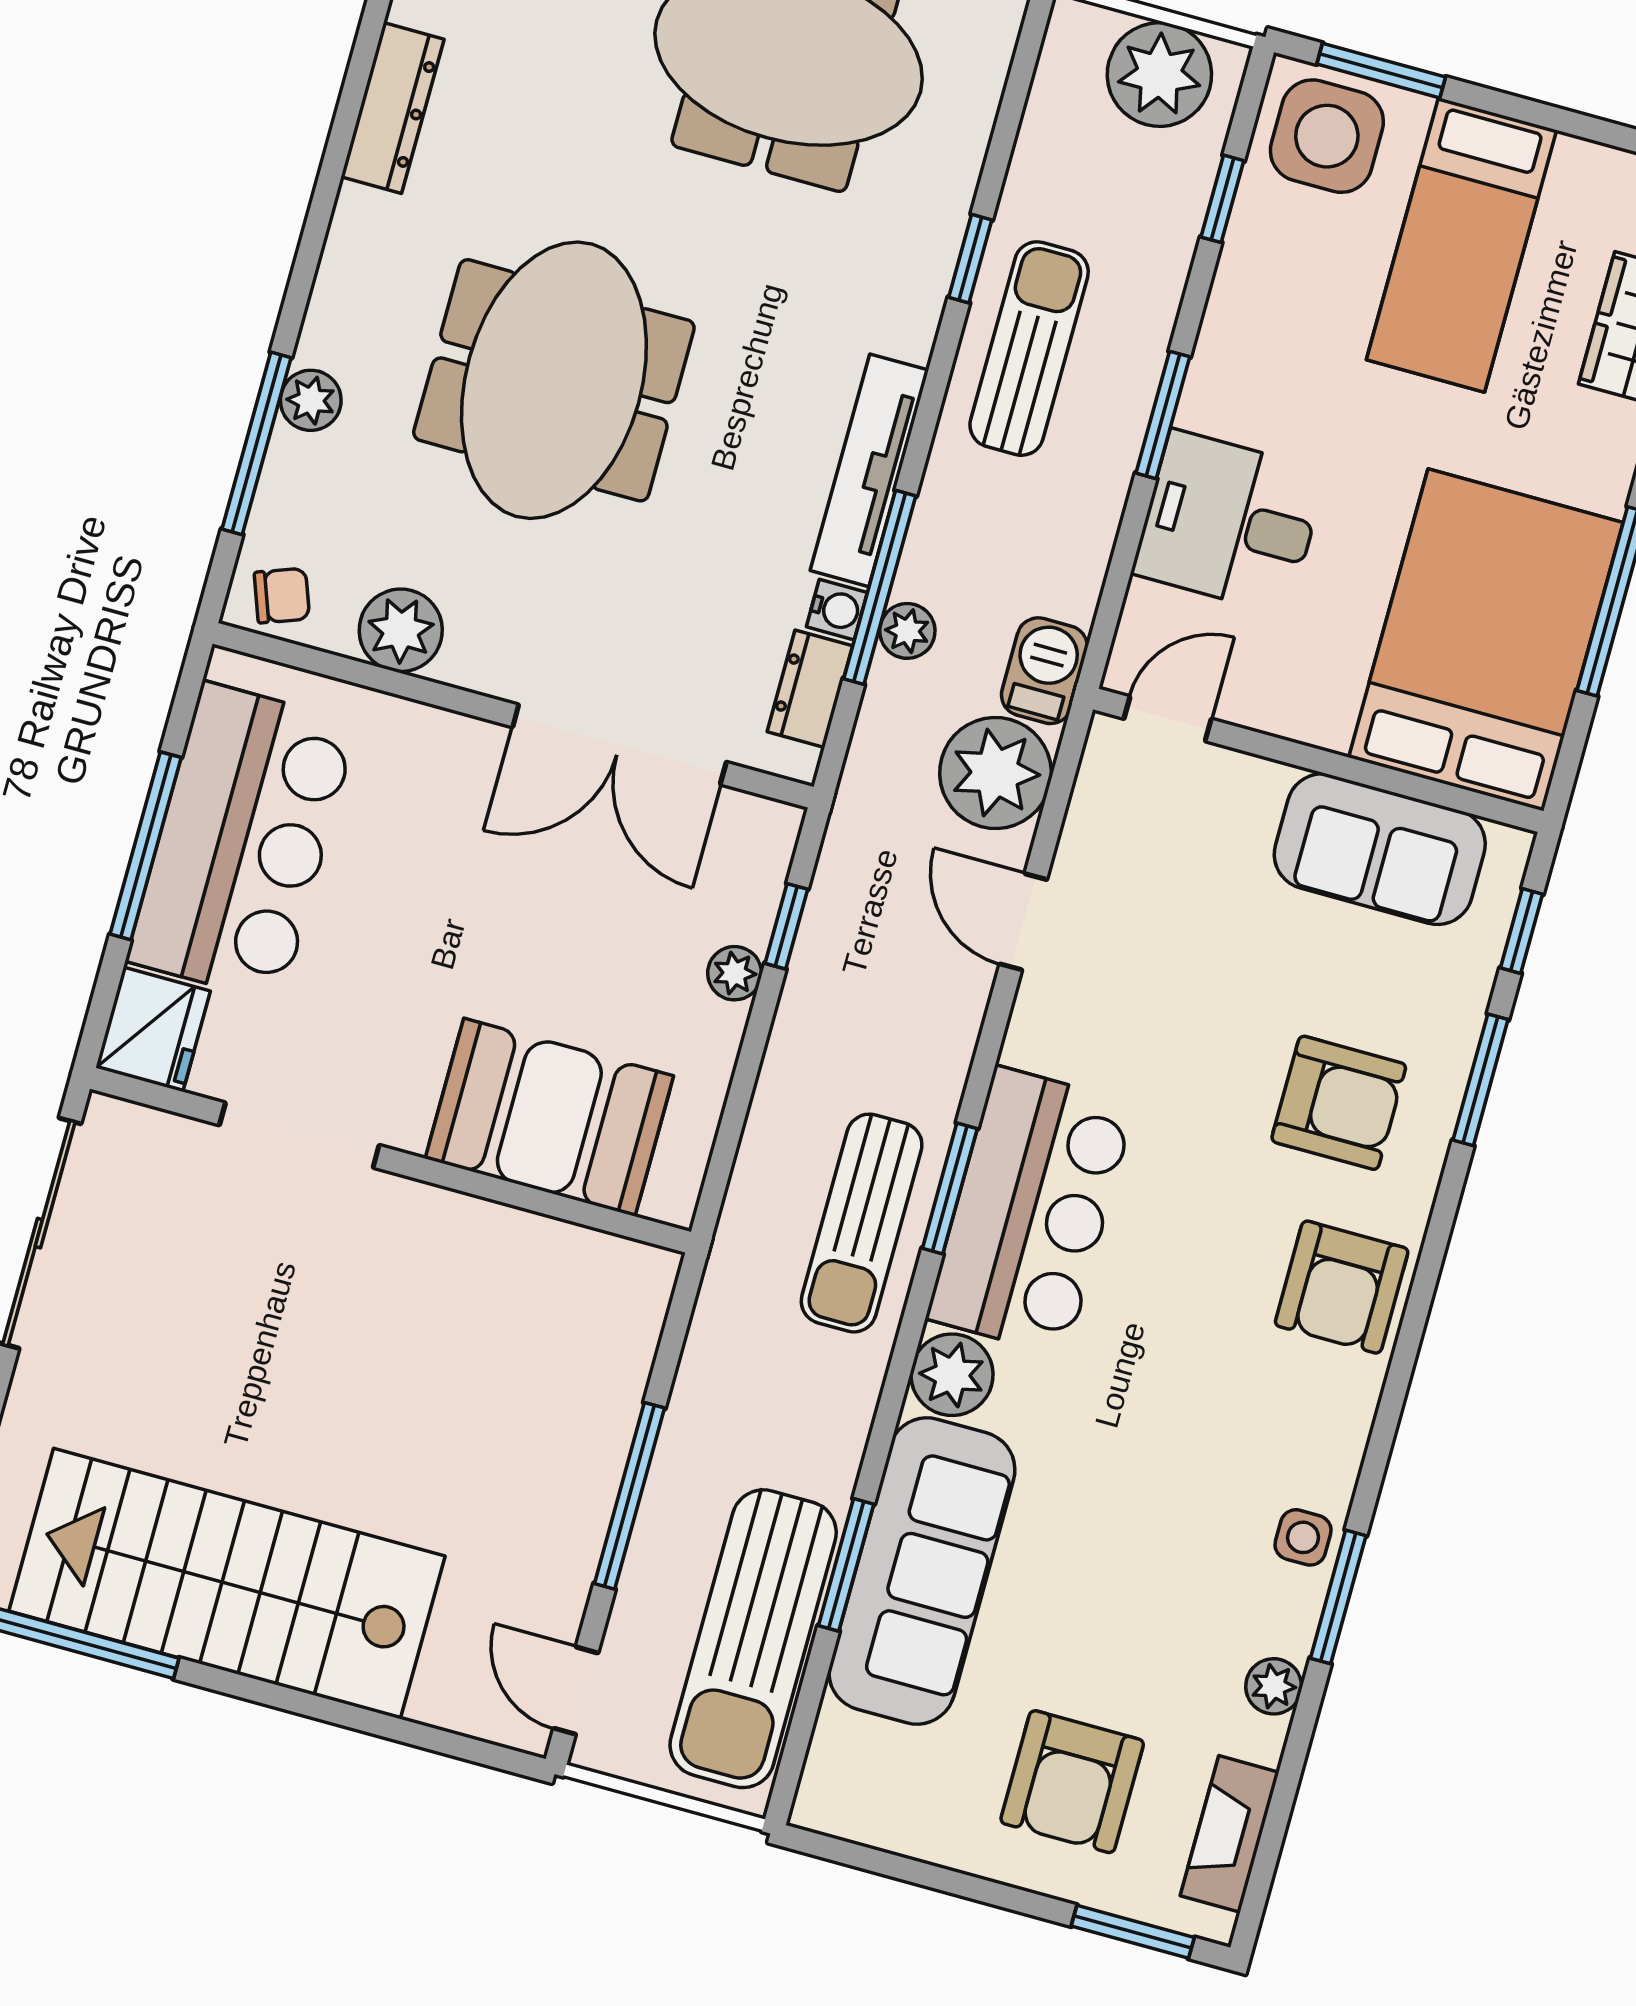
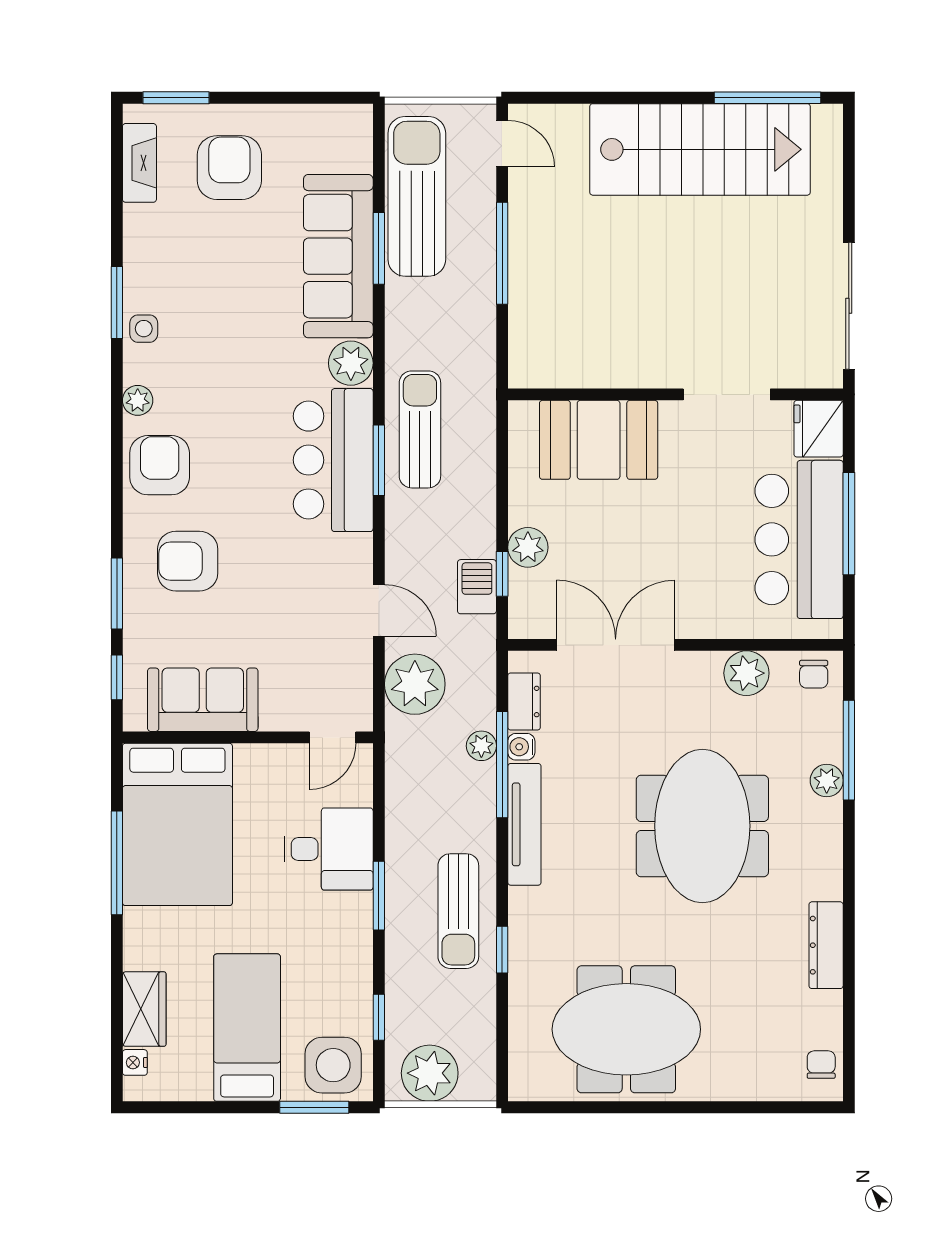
chair: (282, 596) -> (814, 674), turned -70
barbecue: (1044, 671) -> (477, 587), moved, turned 180
plant: (735, 973) -> (528, 547), width x1.38, depth x1.38
plant: (1274, 1686) -> (138, 400), moved

